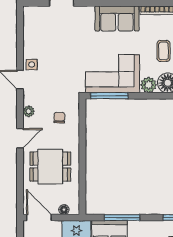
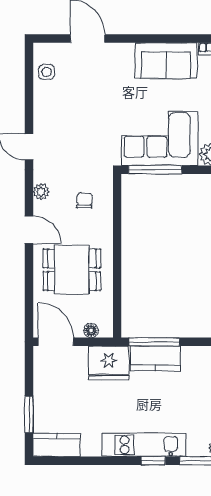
side table: (32, 65) -> (46, 72), moved
door: (20, 138) -> (29, 230), hinge flipped
window: (122, 218) -> (154, 342), moved

